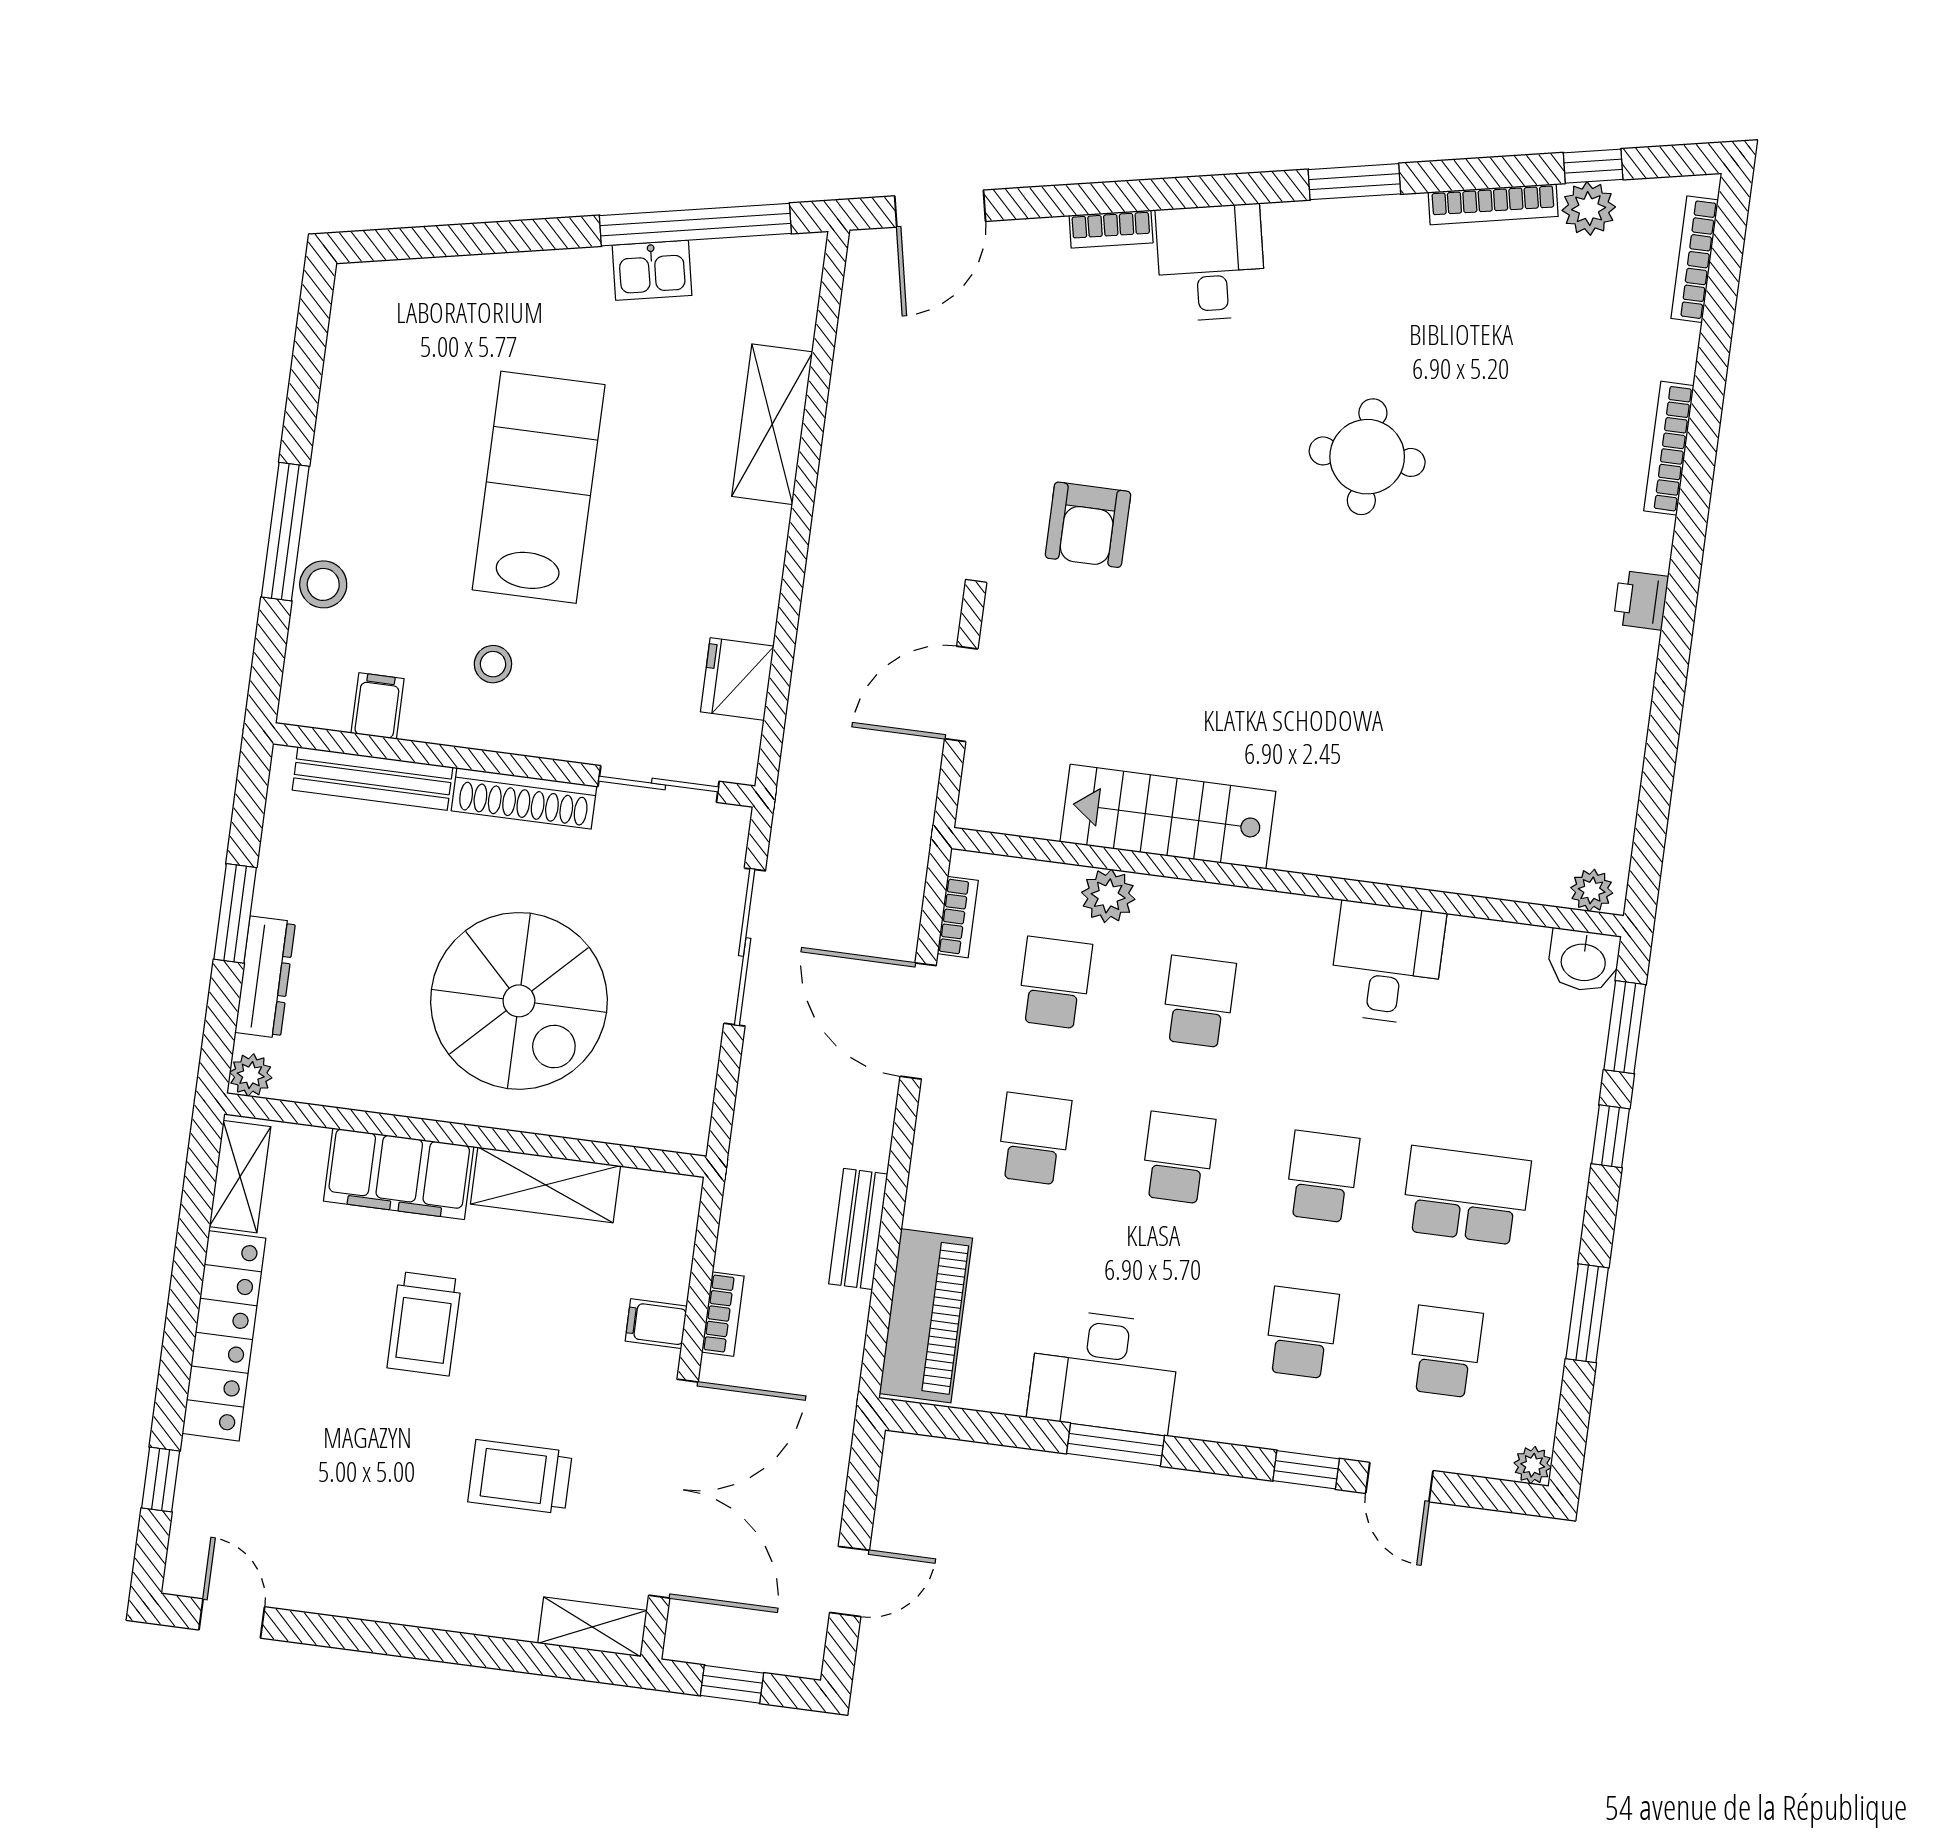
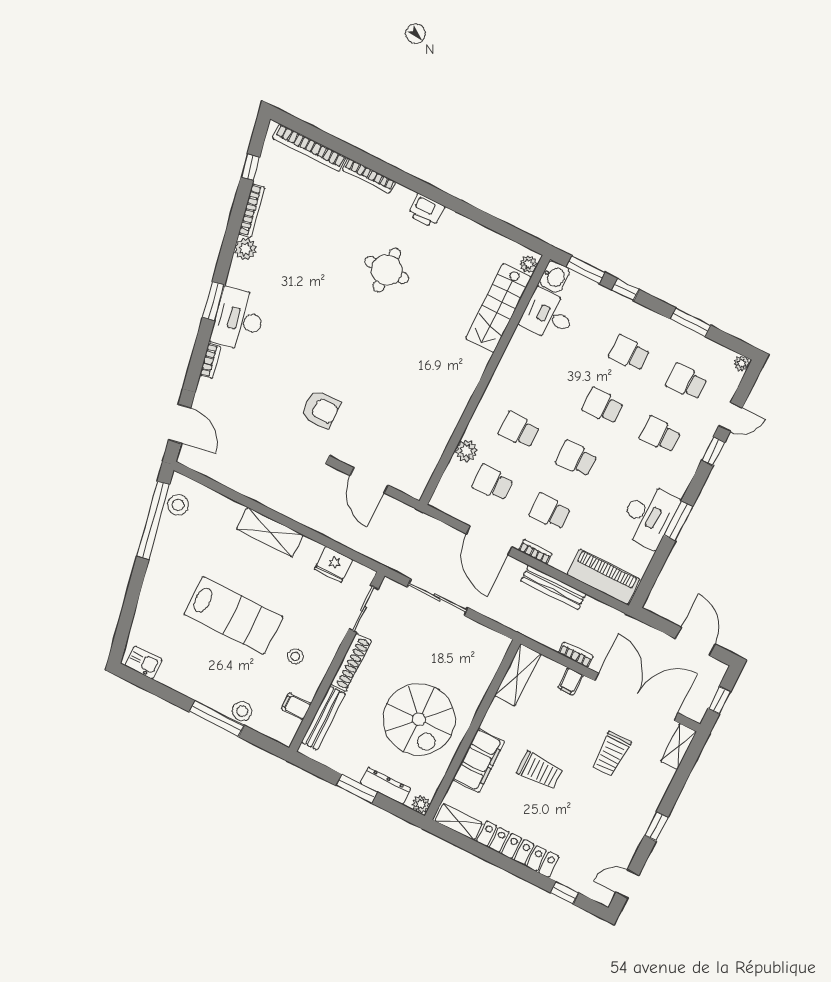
window: (1354, 182) -> (213, 301), moved
plant: (1589, 209) -> (246, 249), moved
bookcase: (1695, 259) -> (309, 148), width x1.48, depth x1.31
desk: (1211, 263) -> (239, 319), width x1.37
kitchen sink: (652, 270) -> (144, 663), moved, turned -79
stool: (751, 270) -> (178, 505), added
shelving: (772, 424) -> (270, 532), moved
round table: (1367, 457) -> (387, 270), moved
lab bench: (539, 487) -> (233, 615), turned 180
printer: (1641, 600) -> (426, 211), width x1.36, depth x1.24
stairs: (1168, 817) -> (499, 308), moved
bookcase: (958, 917) -> (535, 552), moved
desk: (1387, 963) -> (548, 315), moved
spiral stairs: (519, 1001) -> (419, 719), moved, turned 90
door: (918, 1021) -> (489, 540), hinge flipped
shelving: (546, 1185) -> (518, 675), moved
school desk: (1466, 1196) -> (629, 353), width x0.54
bench: (858, 1229) -> (553, 587), width x1.36
door: (849, 1581) -> (695, 642), width x1.38
window: (389, 1639) -> (656, 826), added

